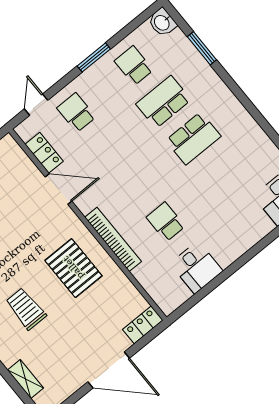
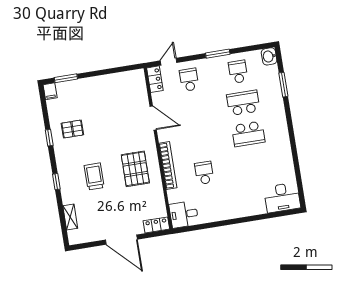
locker: (44, 153) -> (155, 79), moved
desk: (196, 267) -> (184, 214), moved, turned 90

